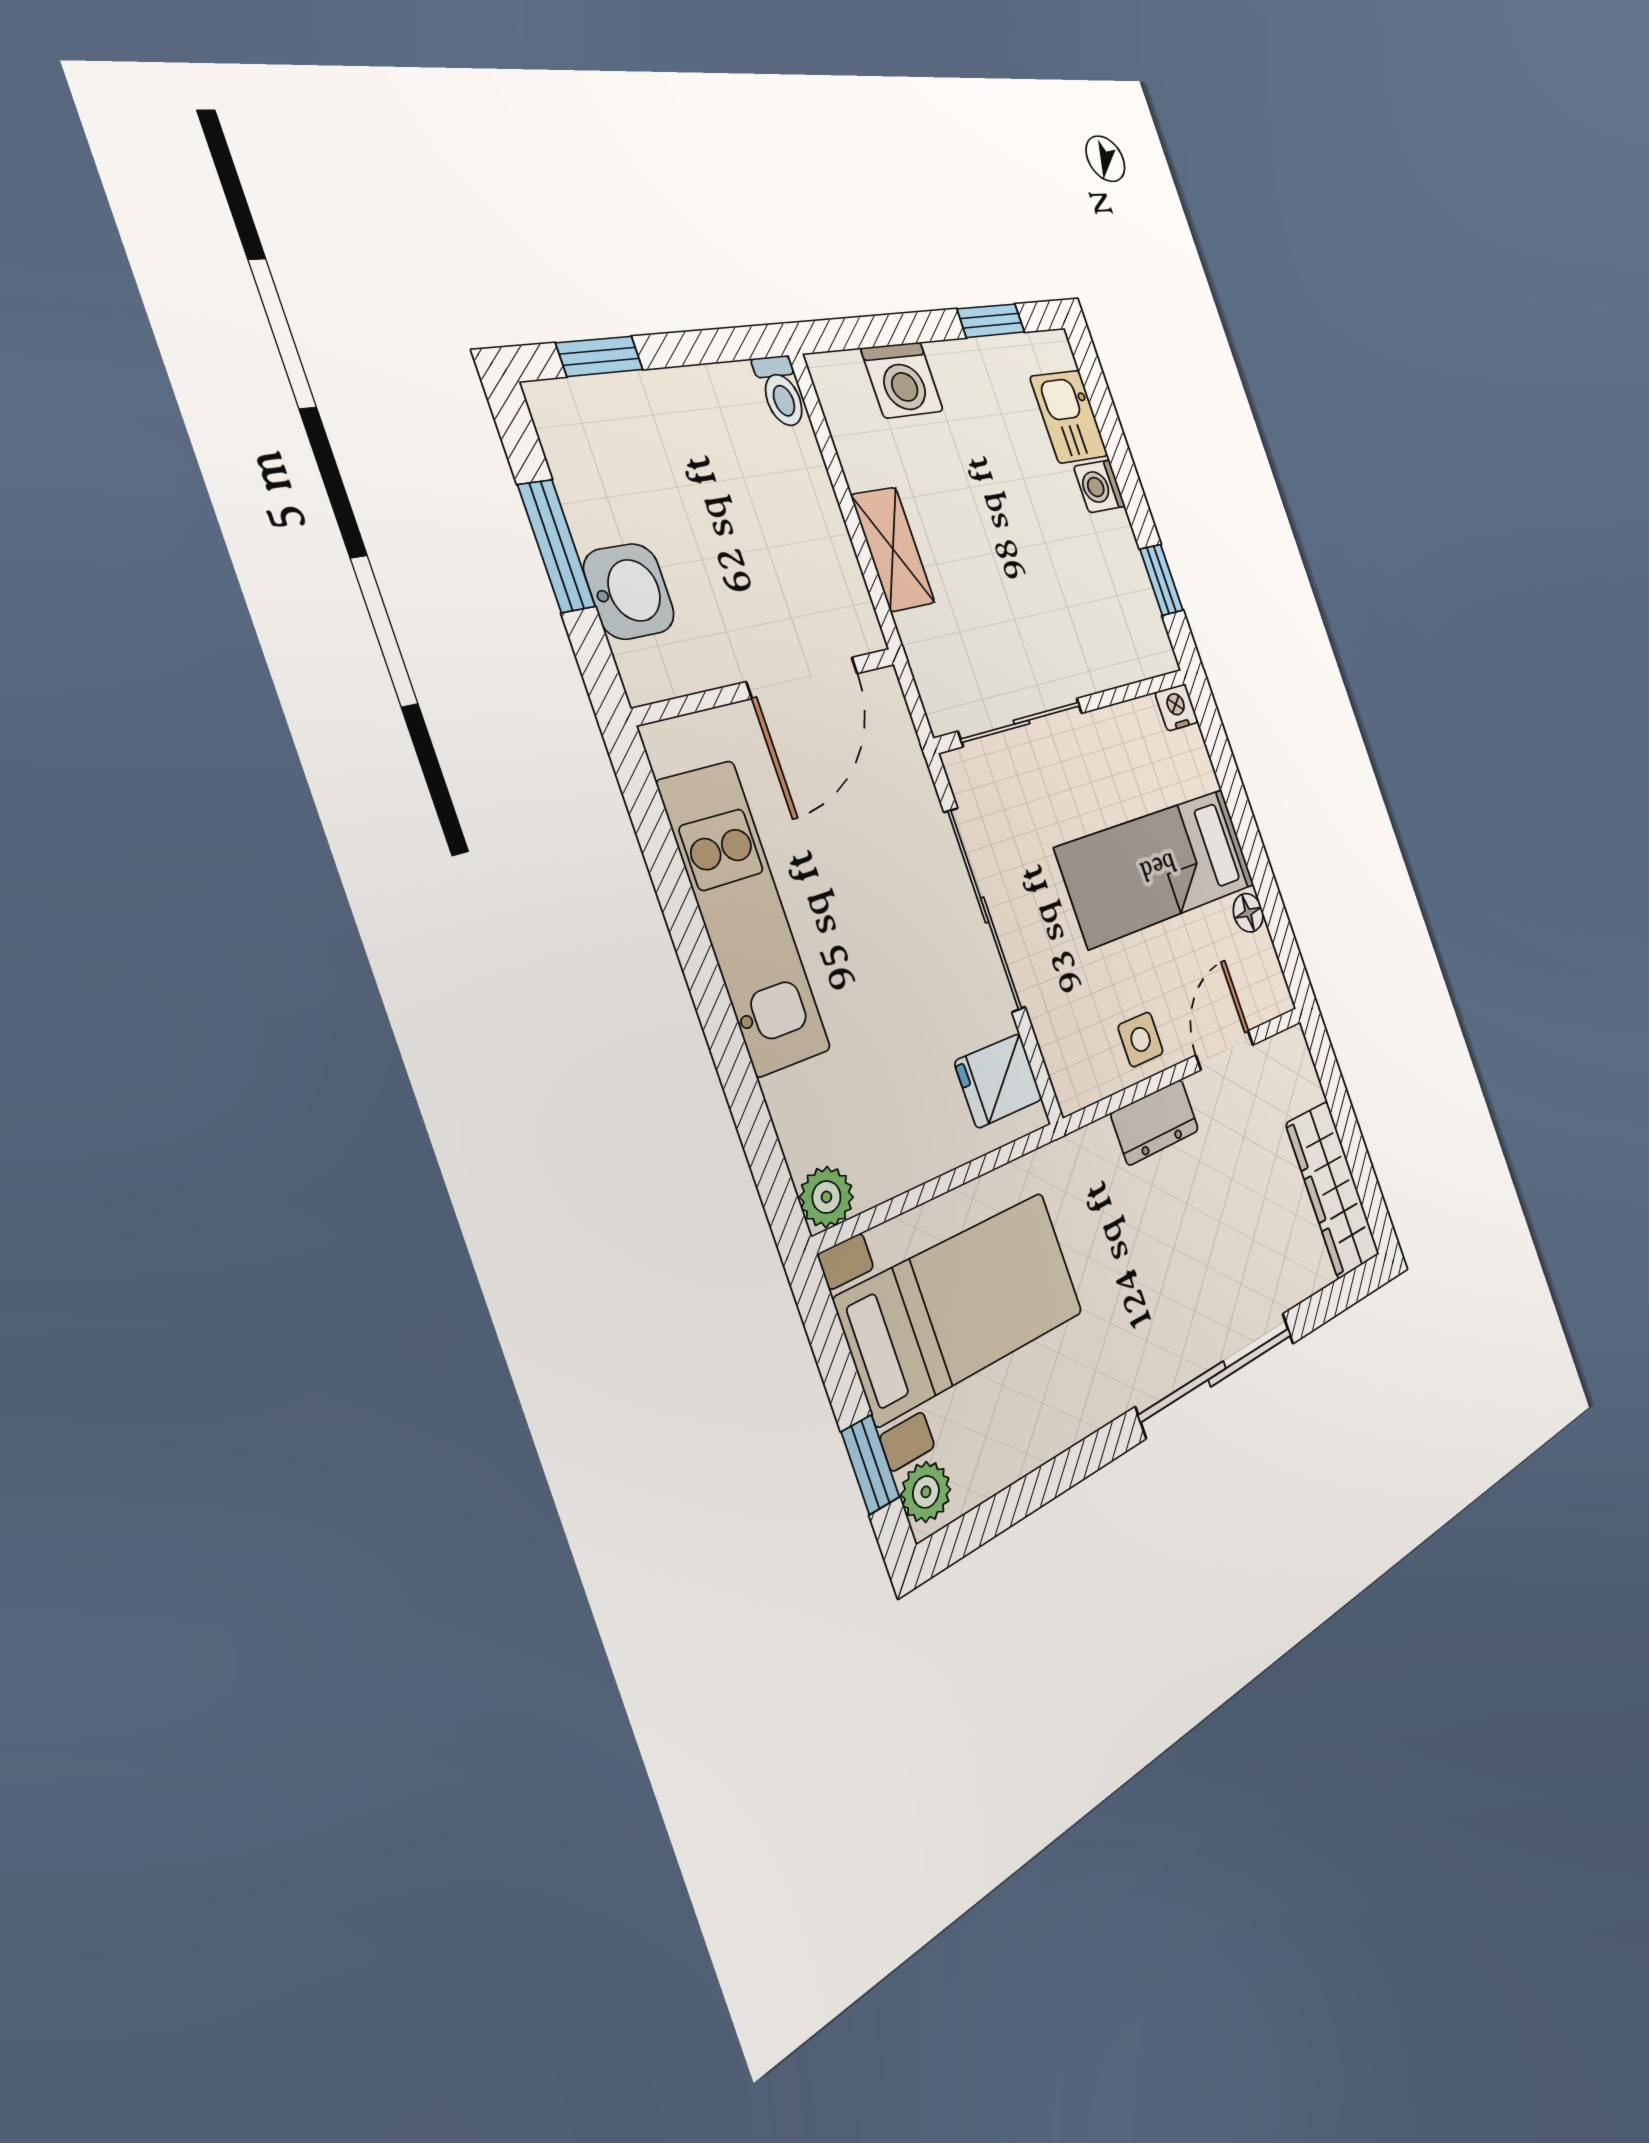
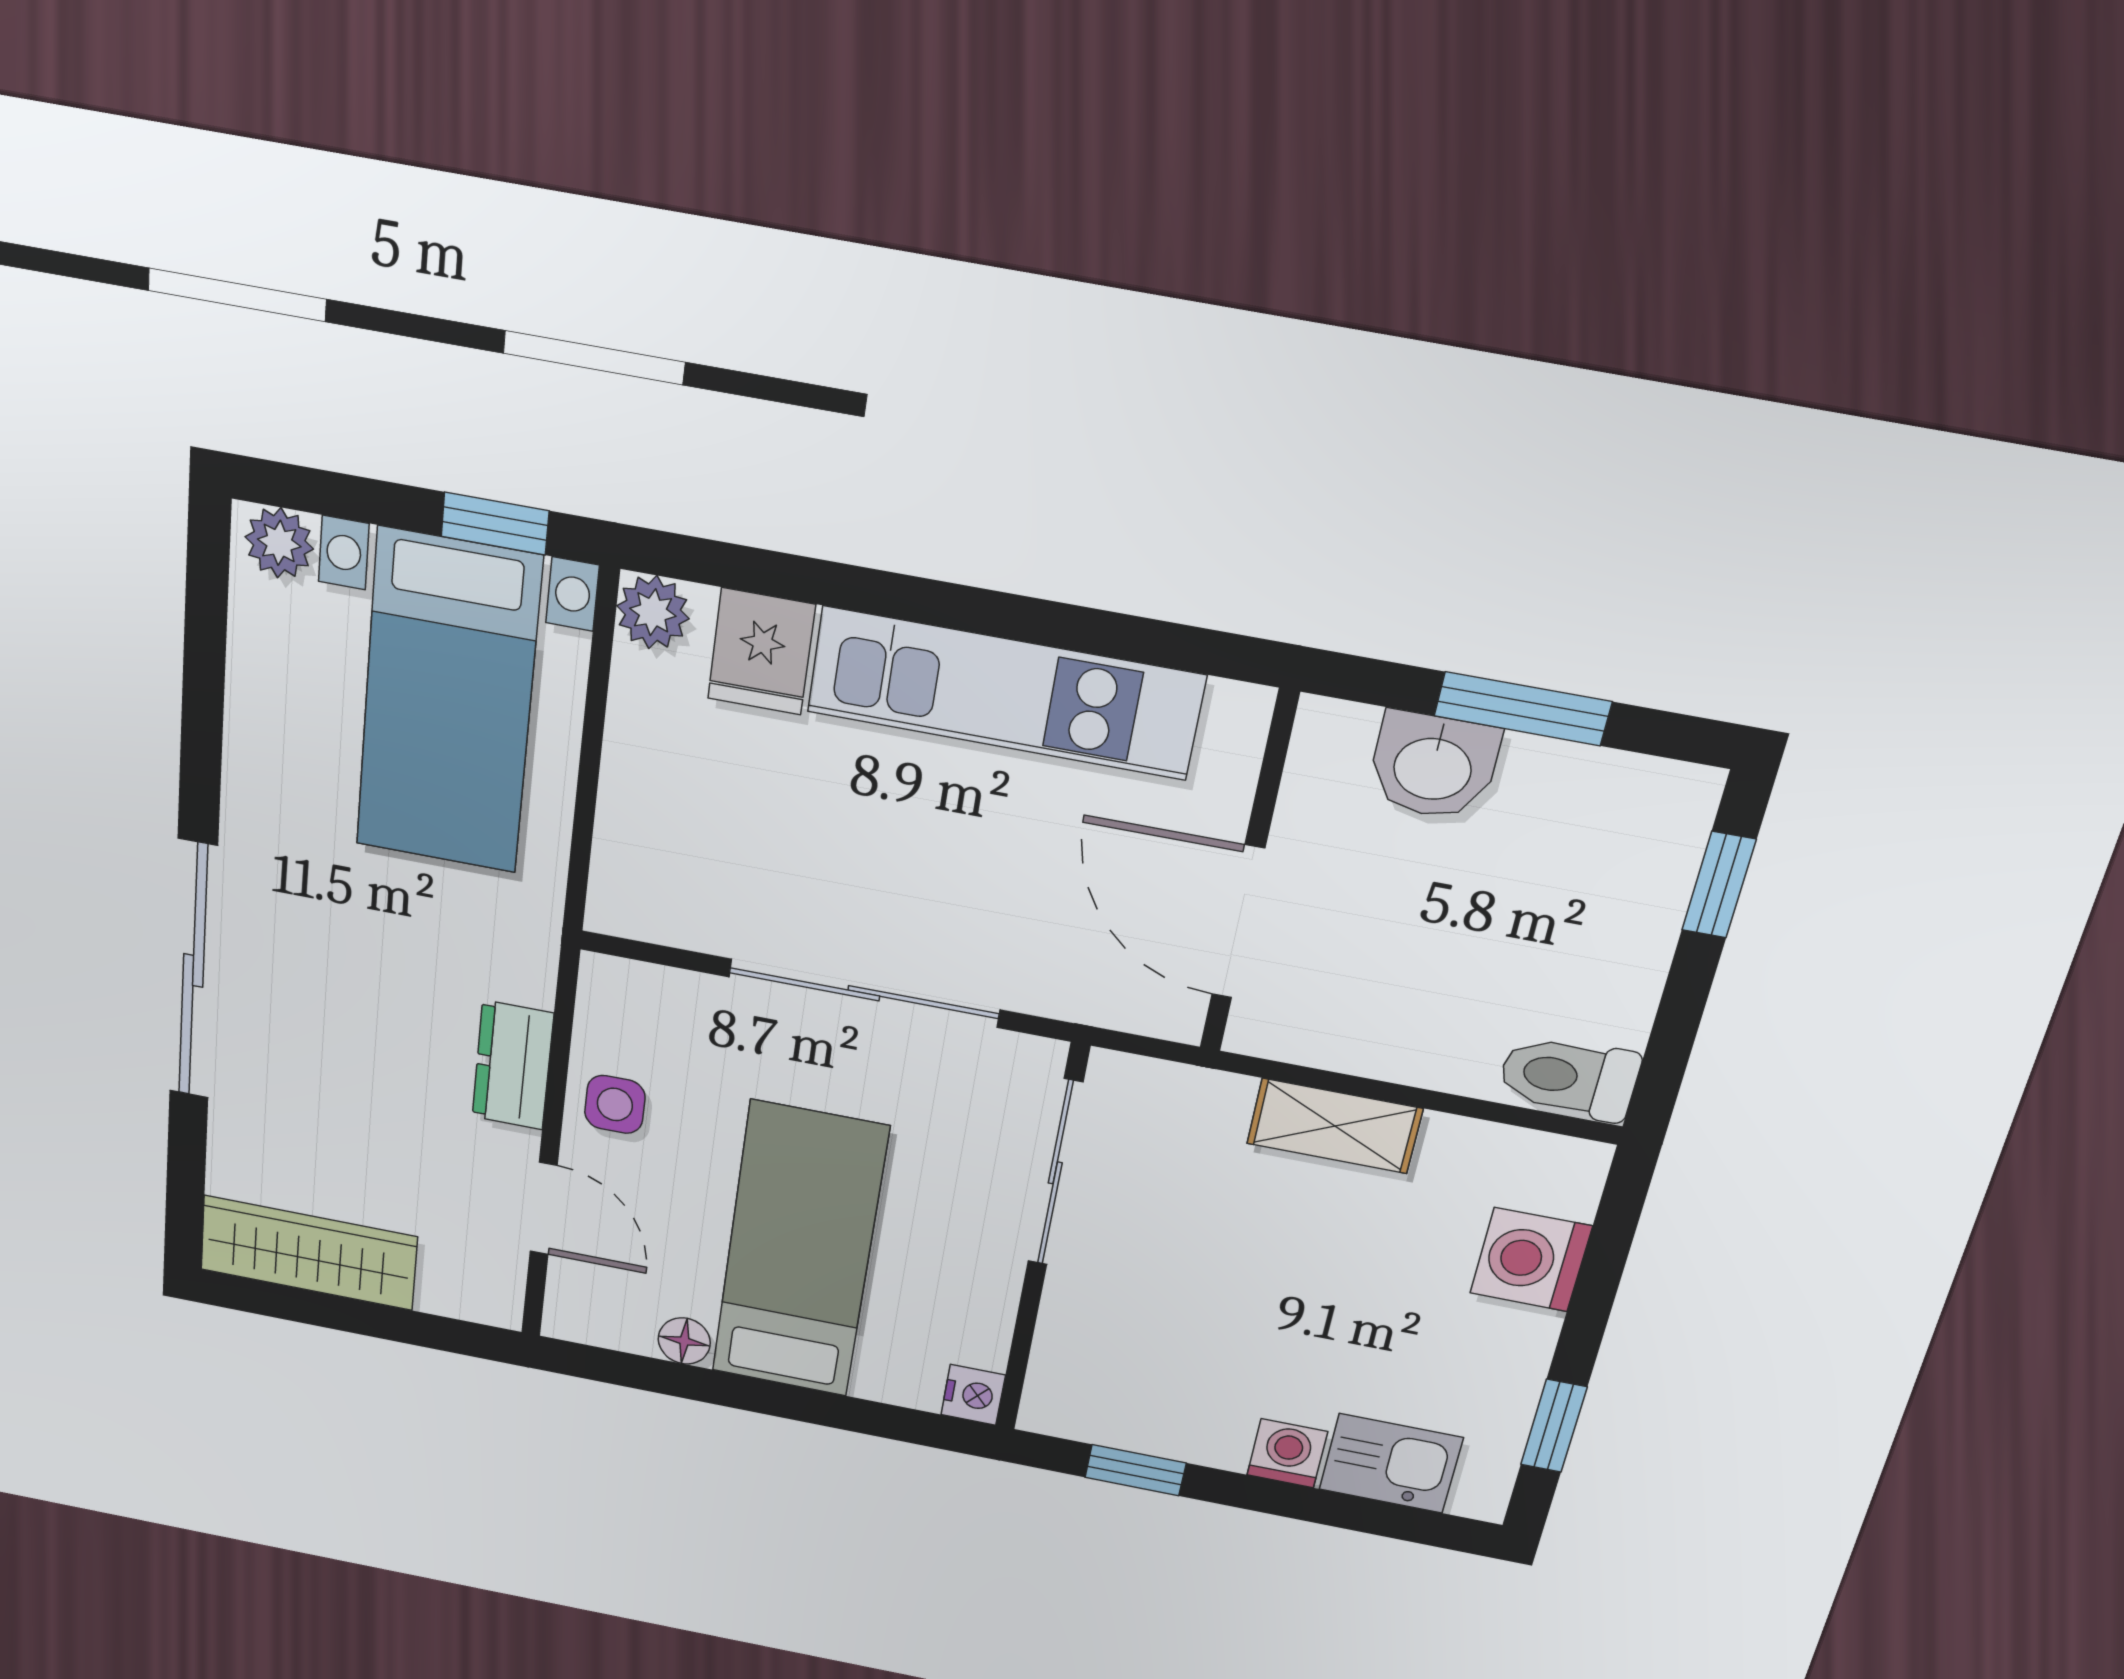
toilet: (781, 391) -> (1569, 1077), width x1.37, depth x1.39
fridge: (999, 1080) -> (761, 652), moved, turned 180
window: (870, 1465) -> (495, 524), moved

